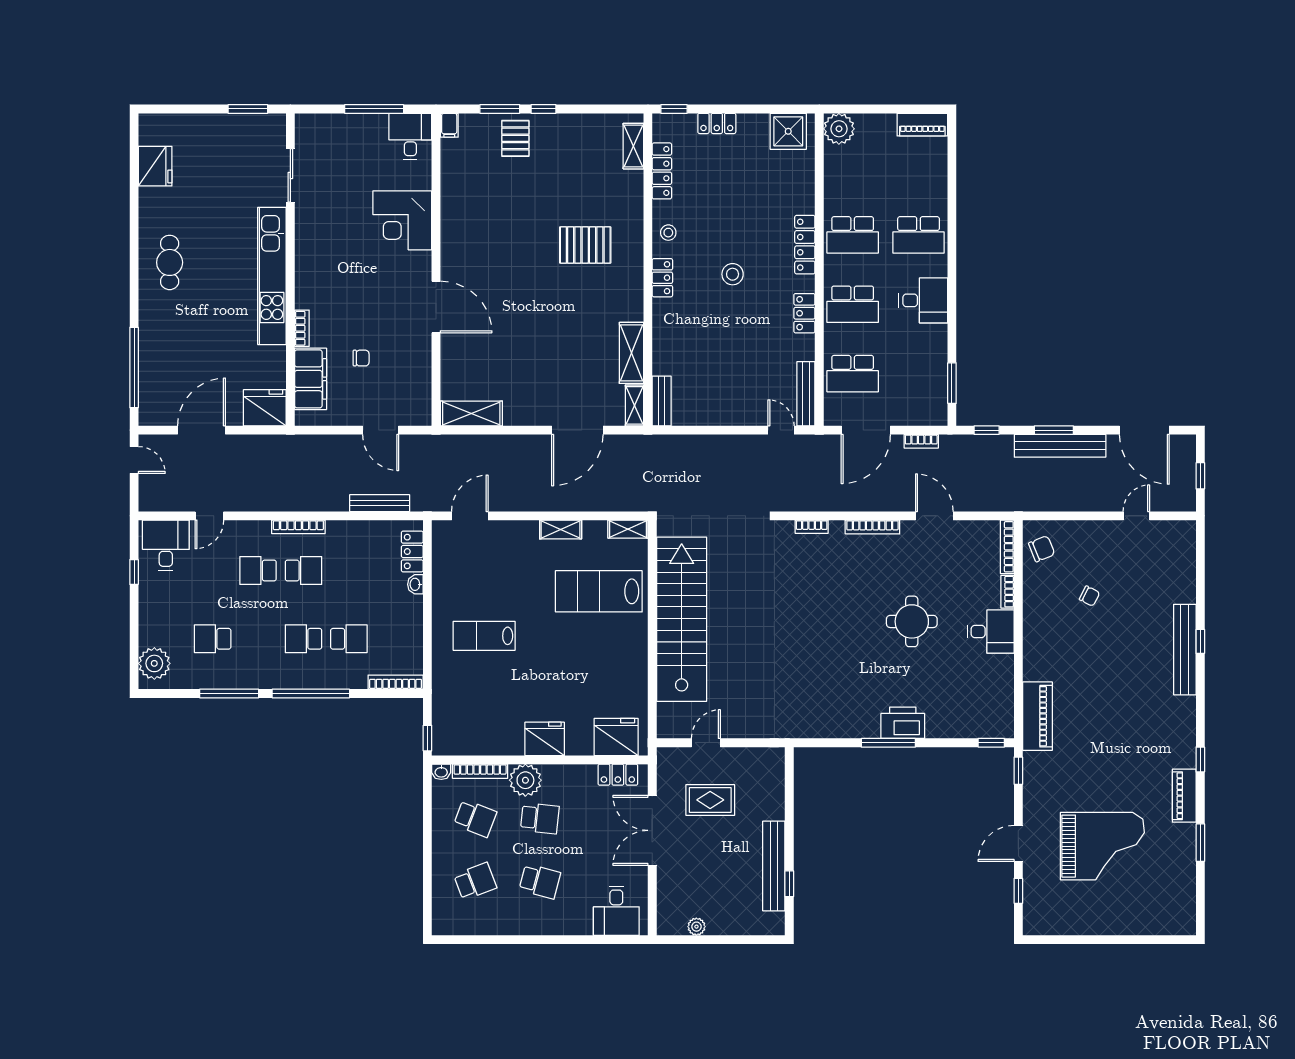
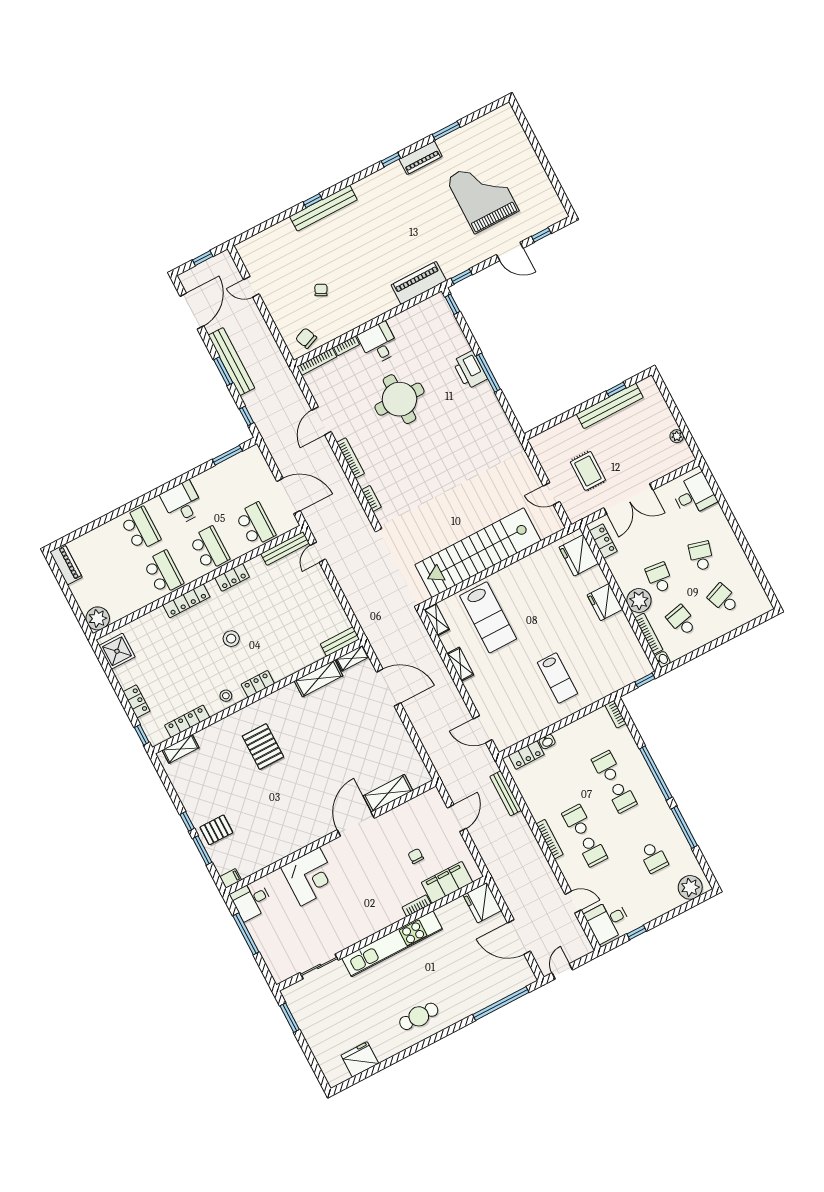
shelving: (471, 413) -> (388, 793), moved, turned 90
bookcase: (921, 441) -> (277, 455), removed
round table: (912, 621) -> (399, 399), width x1.36, depth x1.36
bookcase: (396, 682) -> (615, 714), width x0.64
school desk: (475, 818) -> (682, 621), turned -33

